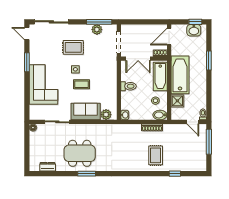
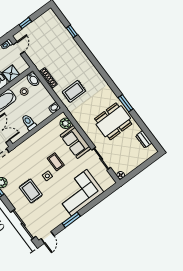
window: (209, 142) -> (25, 23), width x0.46
dining table: (80, 153) -> (113, 121), turned 90
rug: (156, 155) -> (74, 91), moved

